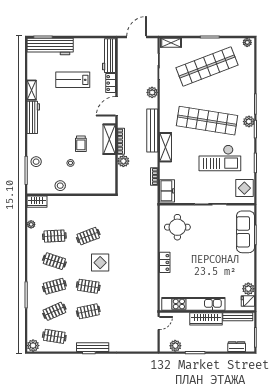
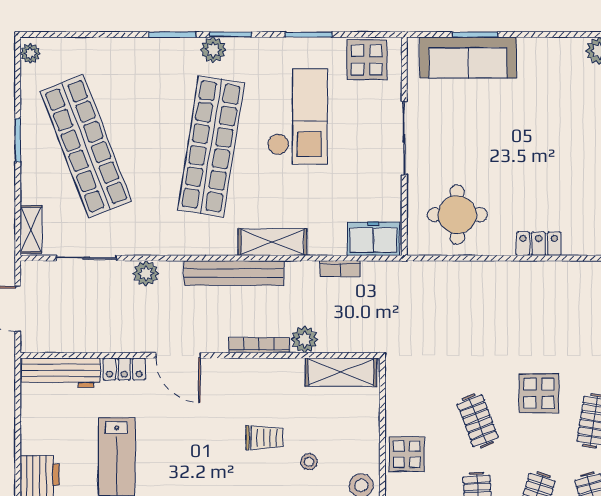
shelving: (109, 139) -> (341, 372), moved
display table: (74, 205) -> (407, 454), added

